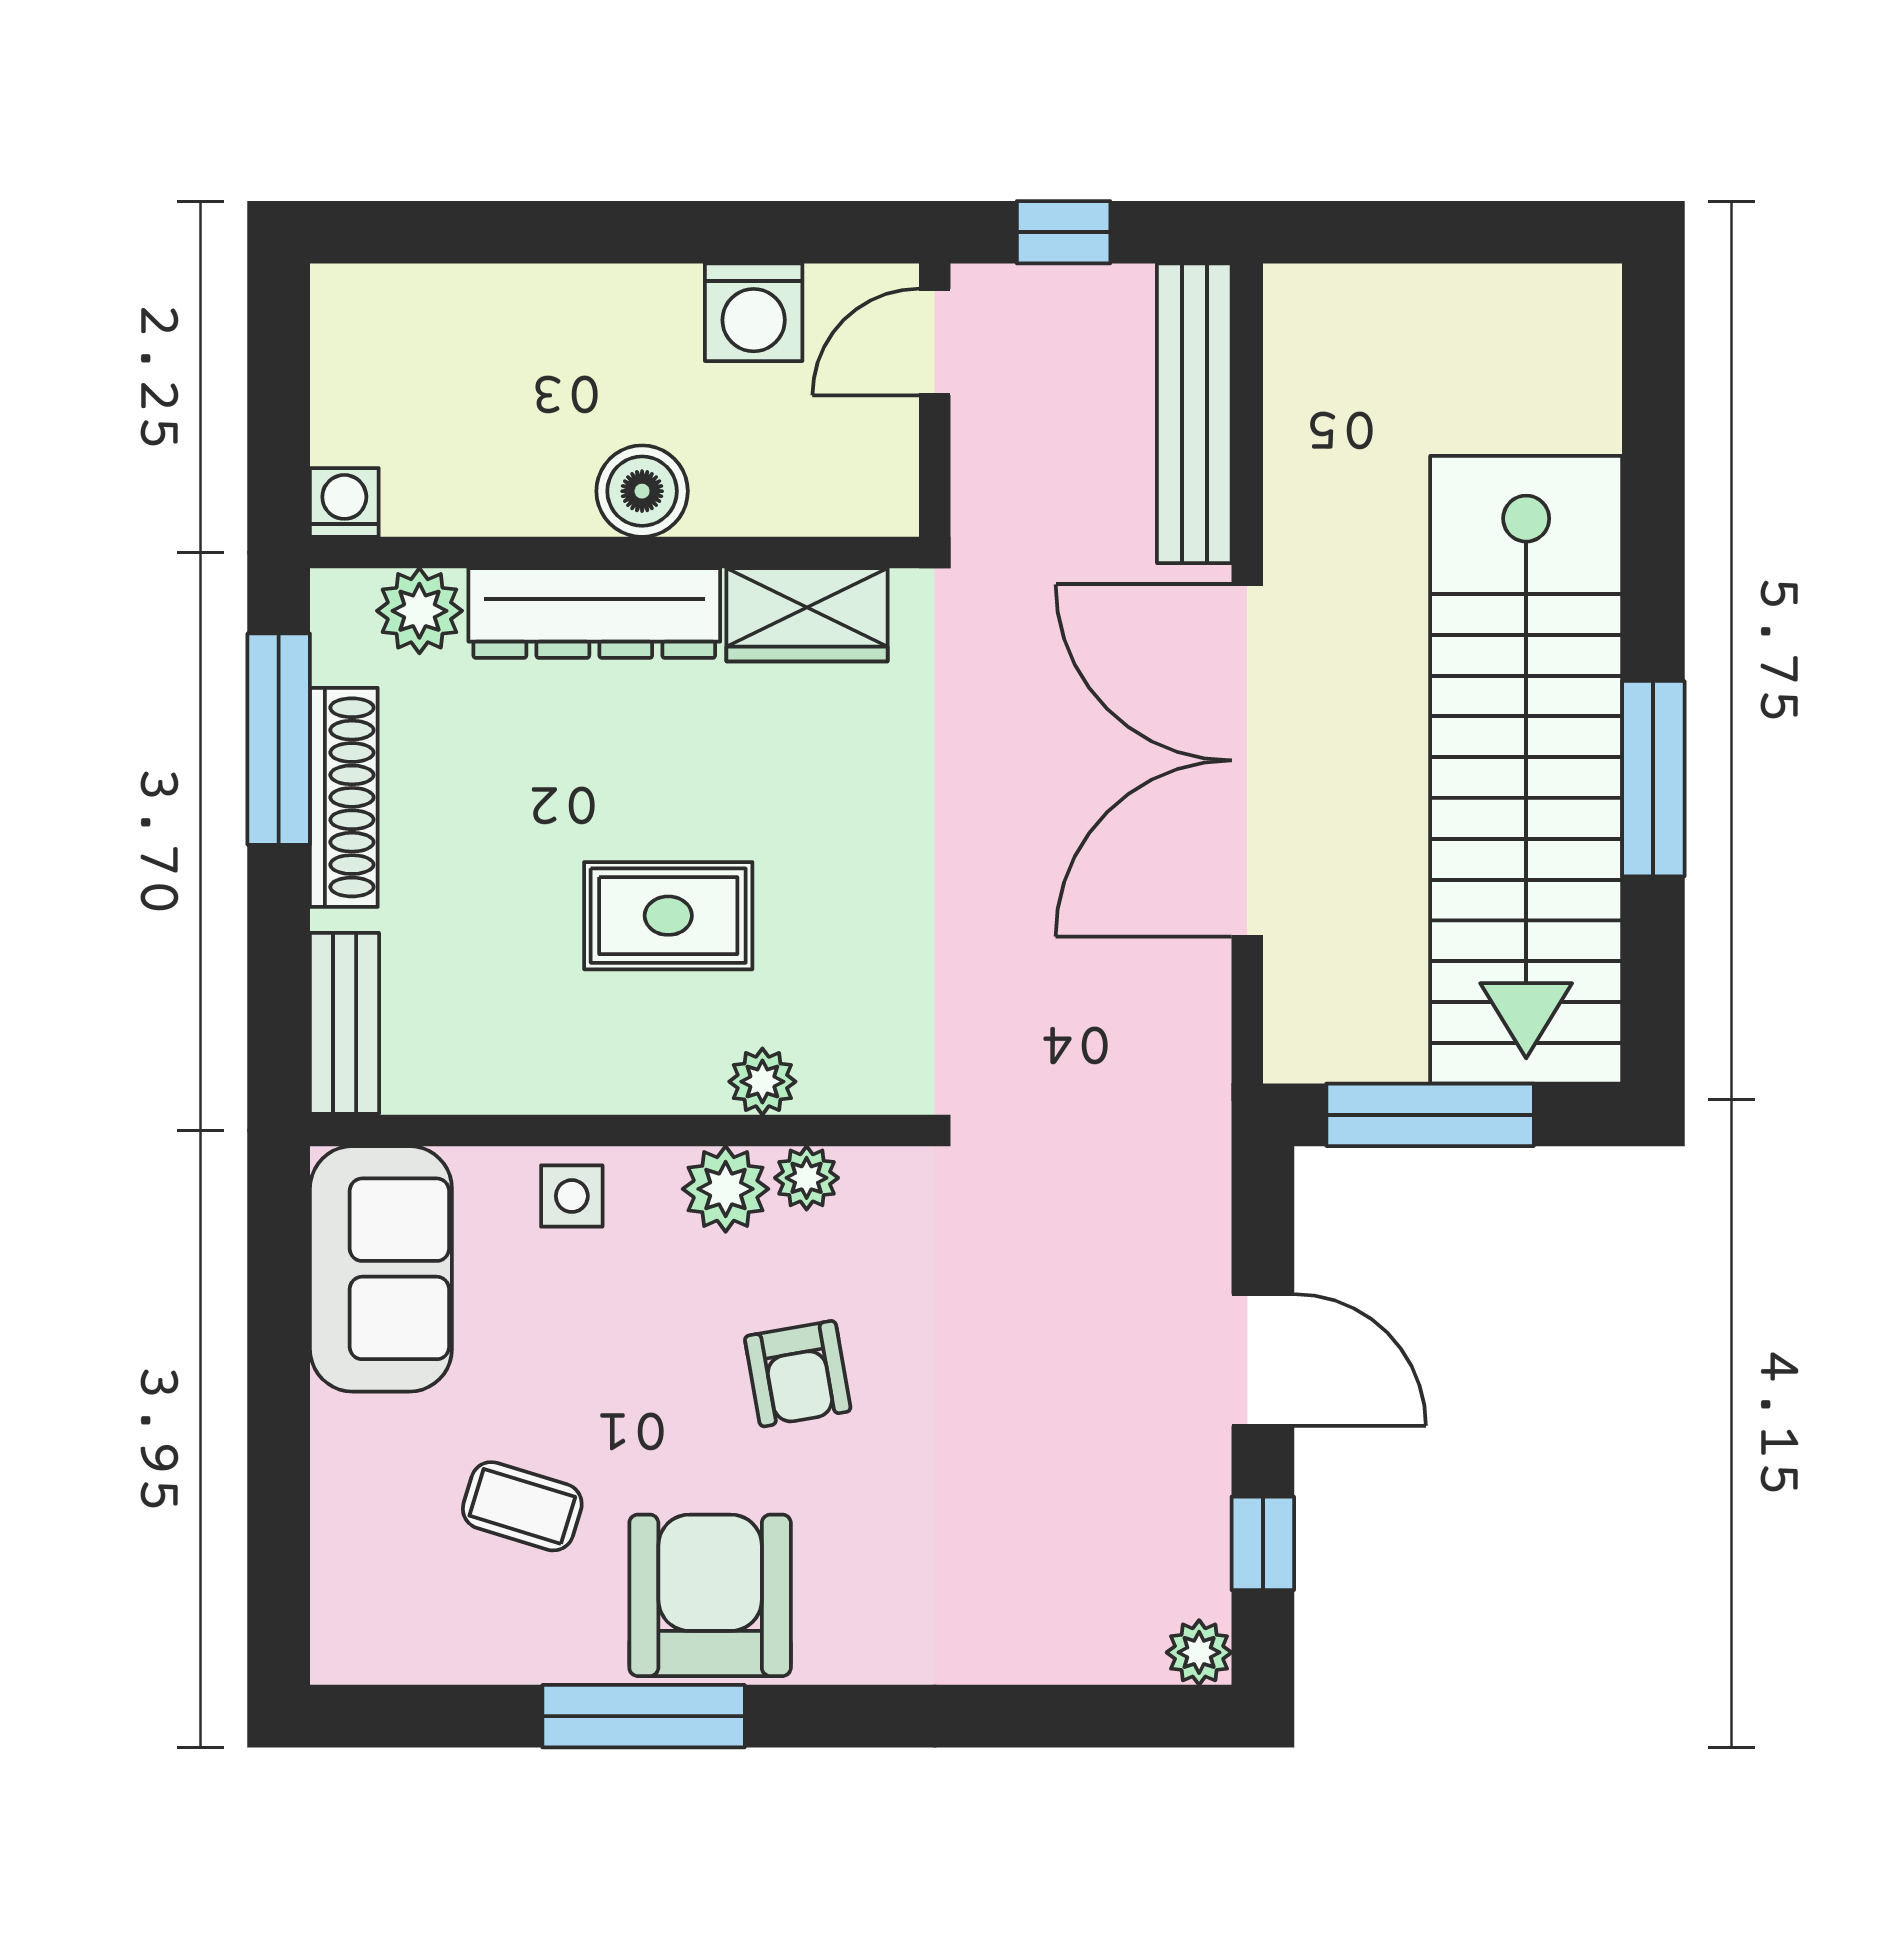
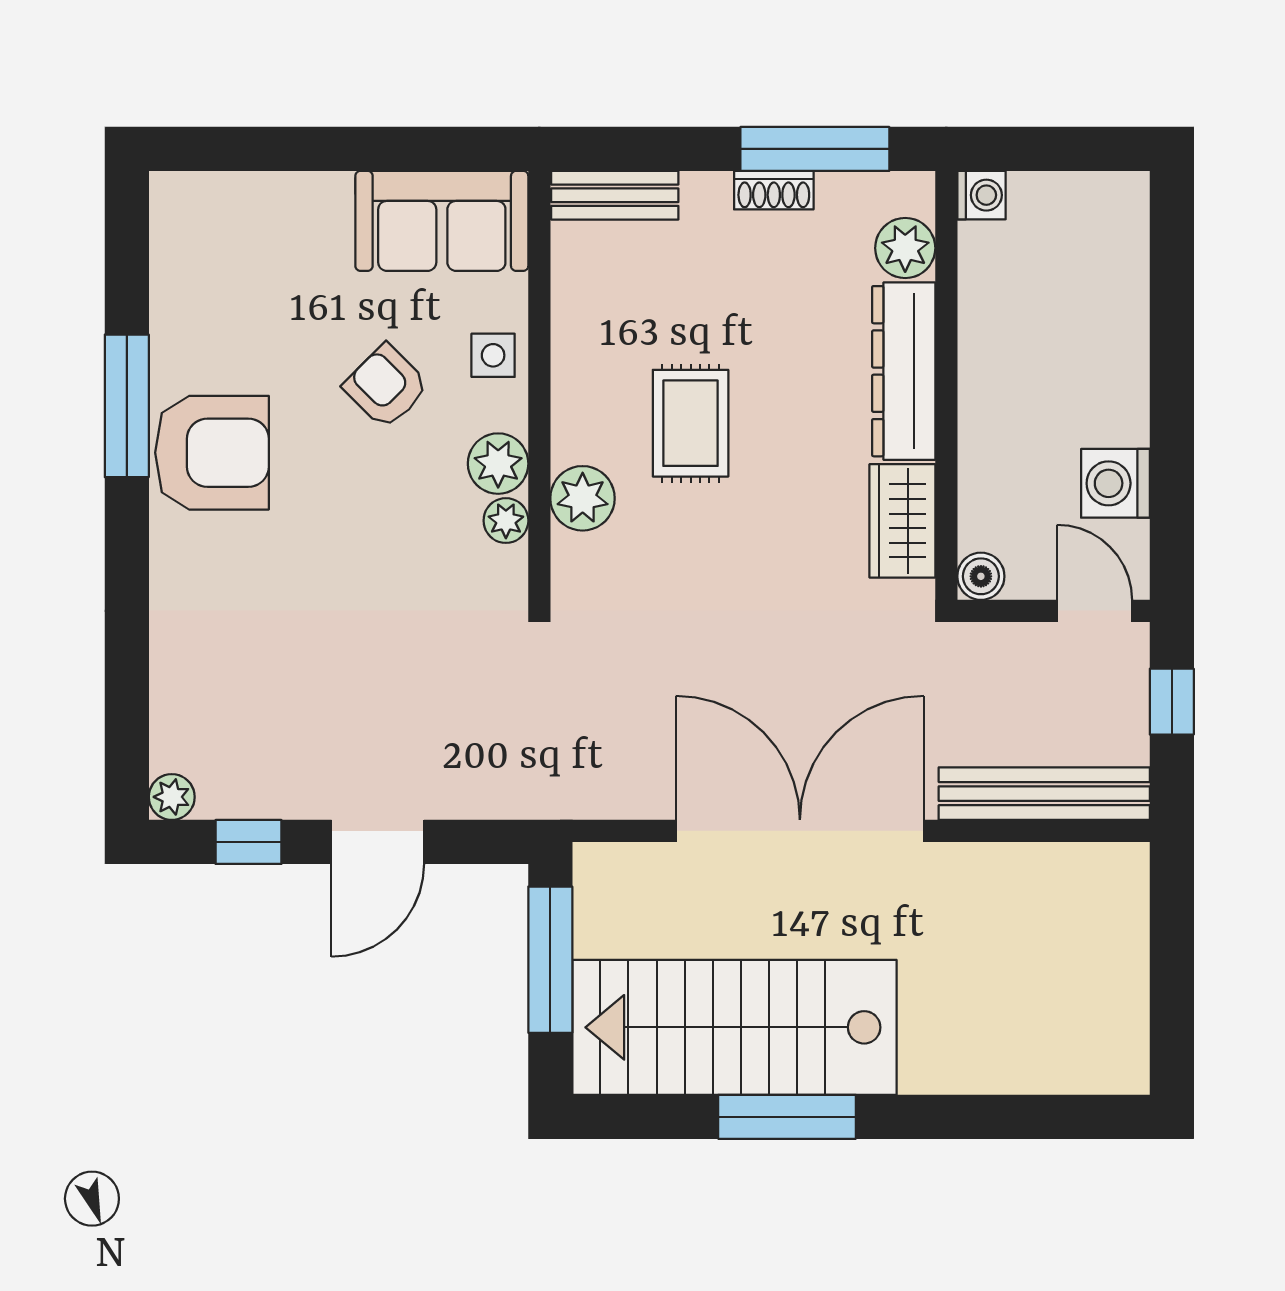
boiler: (642, 491) -> (981, 576), moved, width x0.73, depth x0.73
stairs: (1526, 770) -> (734, 1027), width x0.73
shoe rack: (344, 797) -> (774, 190), width x0.51, depth x0.81
plant: (762, 1082) -> (583, 498), width x1.38, depth x1.38
armchair: (798, 1374) -> (386, 386), moved, turned 55
coffee table: (522, 1506) -> (275, 320), removed

